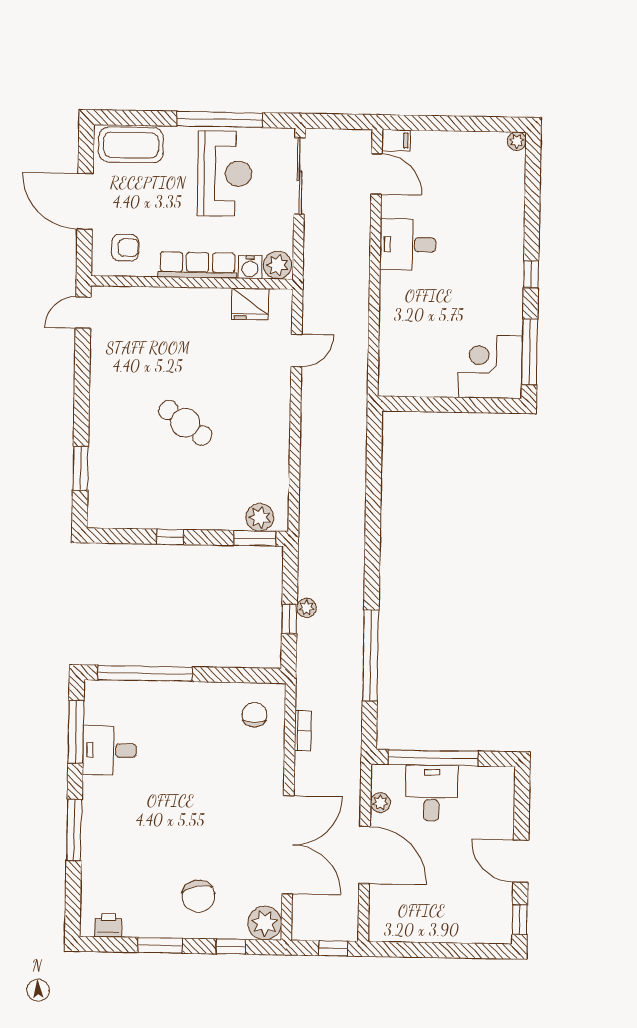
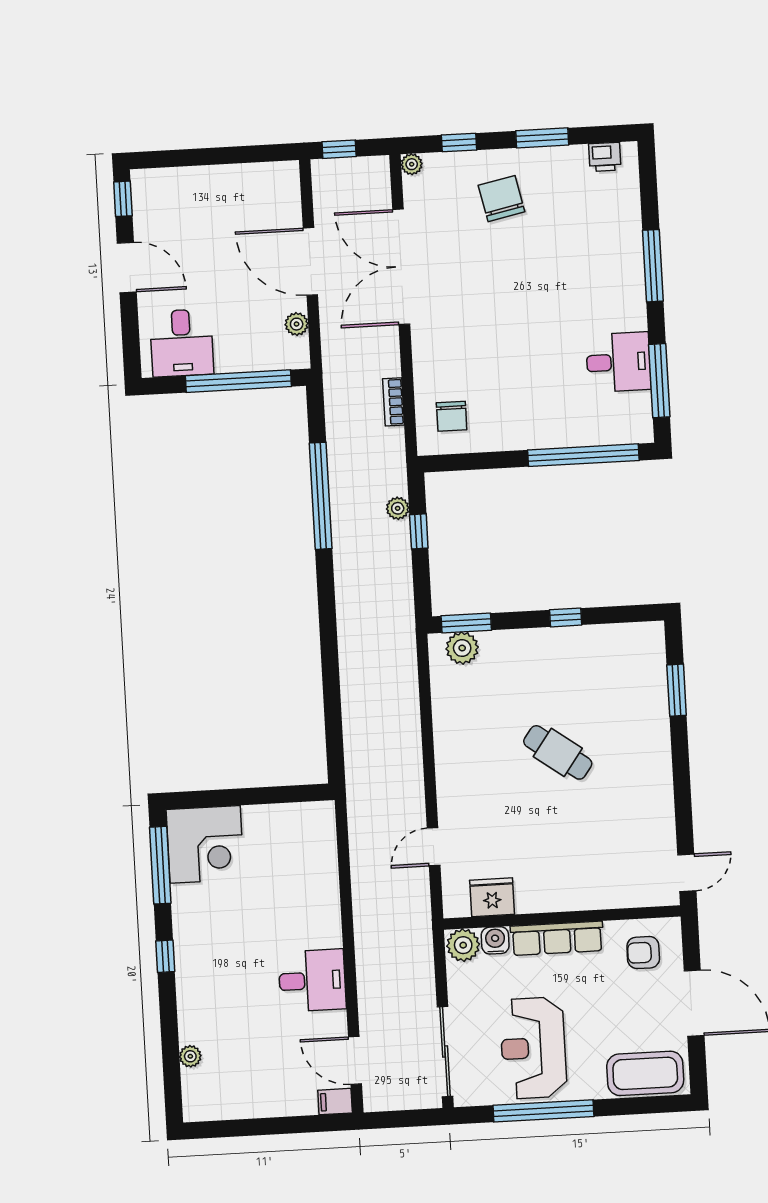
plant: (517, 141) -> (190, 1056), moved
plant: (306, 608) -> (398, 508), moved
desk: (432, 793) -> (182, 343), moved
plant: (265, 923) -> (412, 164), width x0.53, depth x0.53

